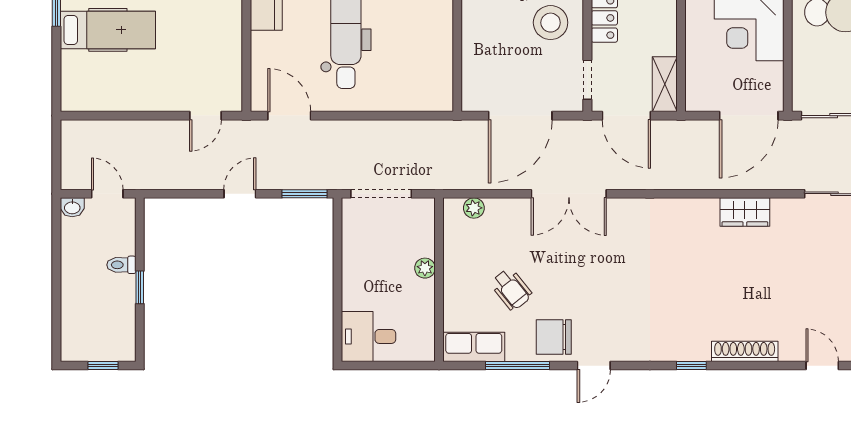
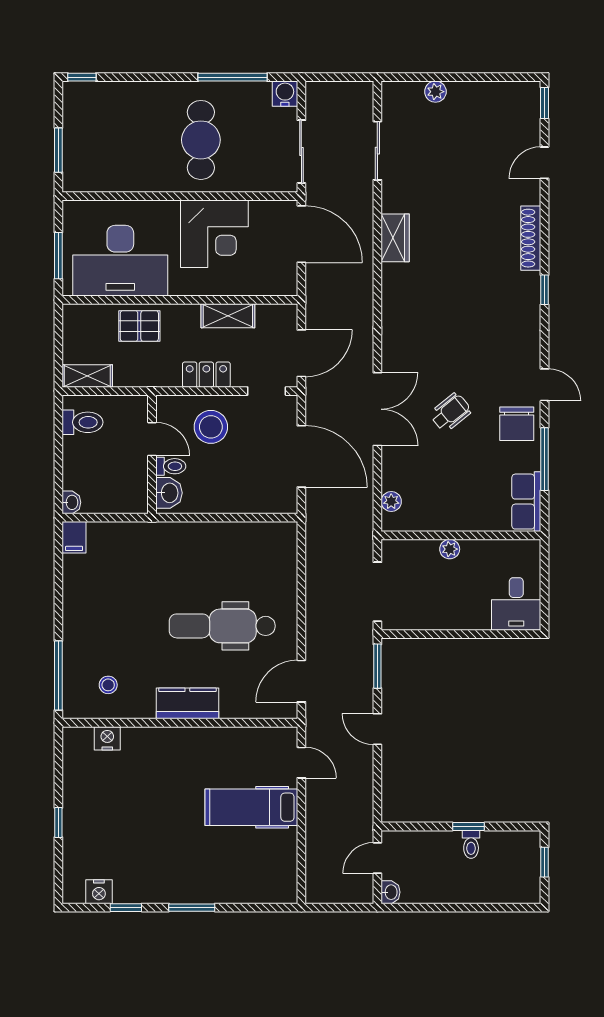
hospital bed: (108, 30) -> (251, 807), moved, turned -90
shelving: (665, 84) -> (228, 316), moved
toilet: (121, 265) -> (471, 844), moved
wheelchair: (511, 289) -> (451, 412), moved

